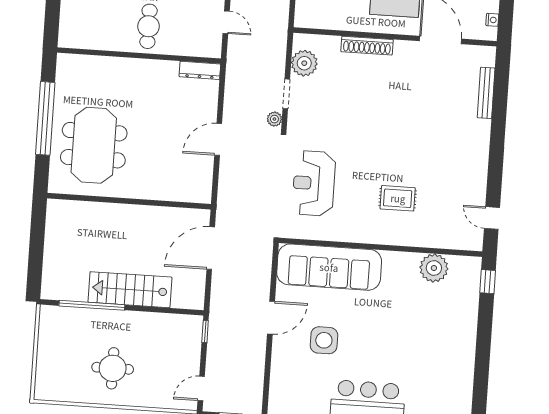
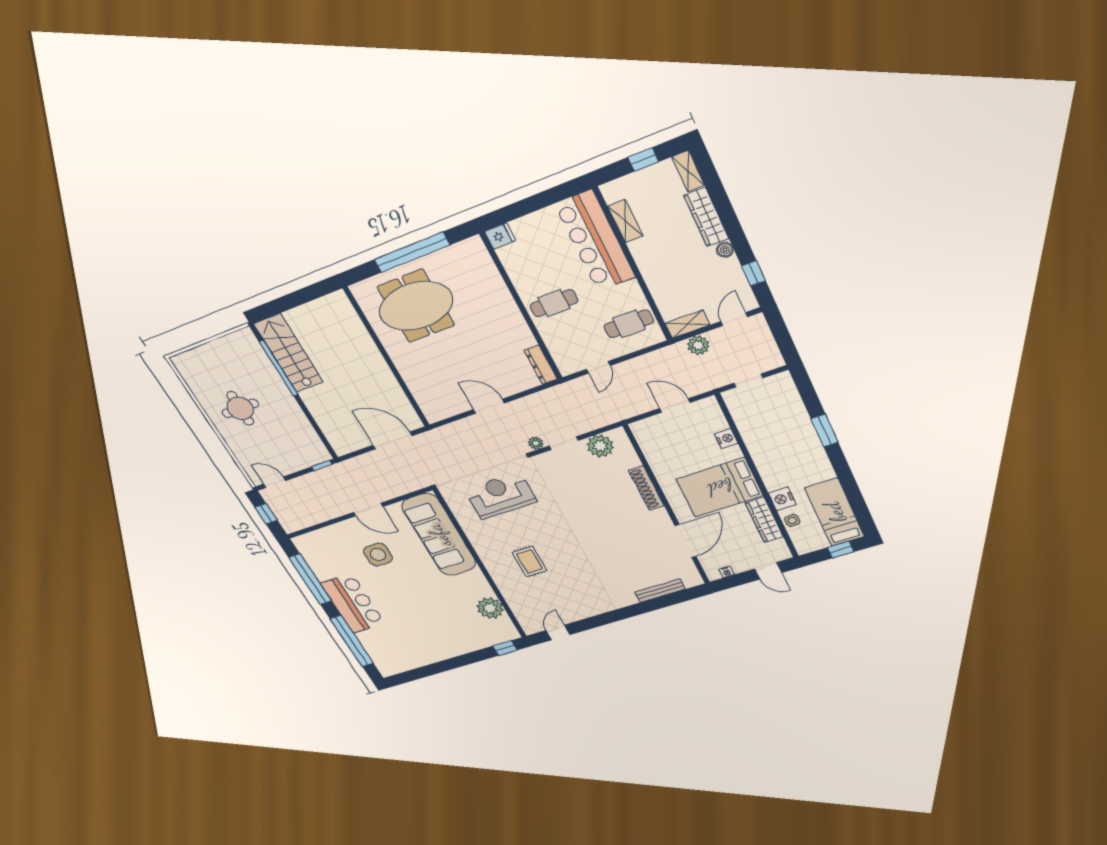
fridge: (68, 37) -> (500, 236), added
stairs: (130, 290) -> (289, 353), moved

